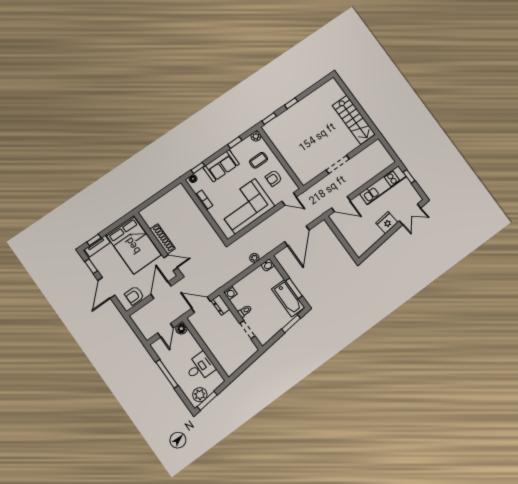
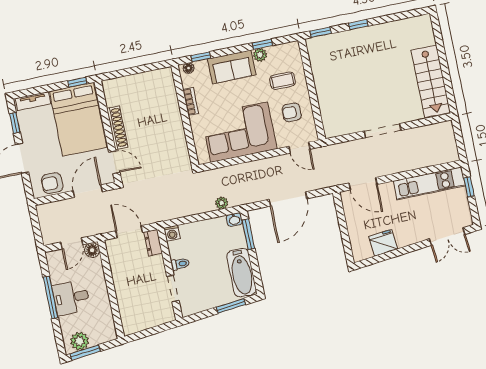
plant: (256, 136) -> (260, 55), moved
fridge: (387, 223) -> (383, 243), moved
window: (94, 240) -> (77, 82), moved
window: (294, 288) -> (248, 234), moved
desk: (200, 367) -> (71, 298), moved, turned 180

